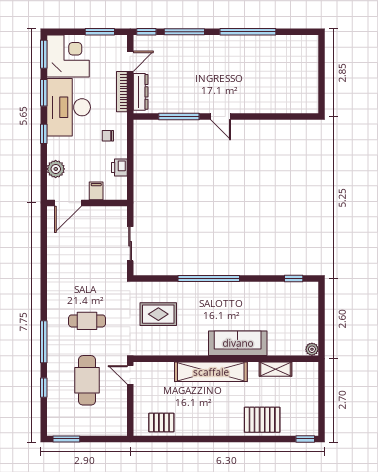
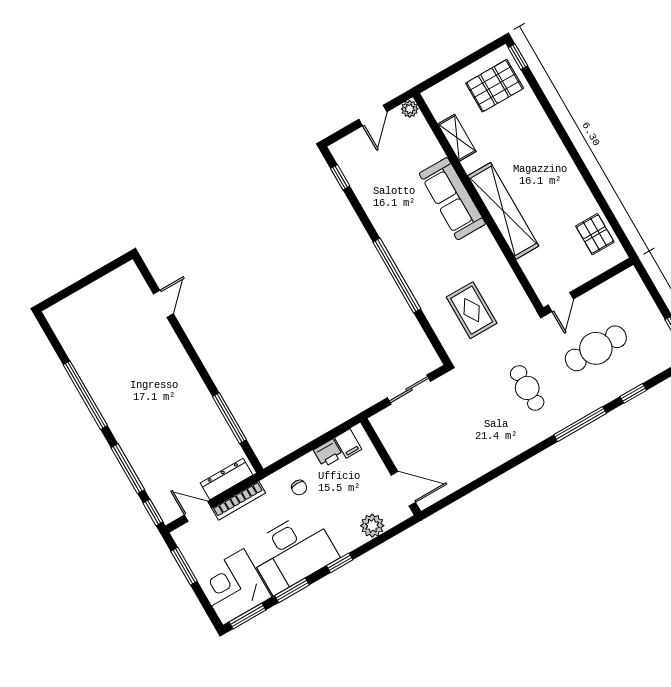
door: (221, 117) -> (163, 304), moved
filing cabinet: (96, 191) -> (348, 443), moved, turned -90
door: (321, 323) -> (373, 115), added
pallet: (262, 420) -> (495, 86), moved, turned 90

